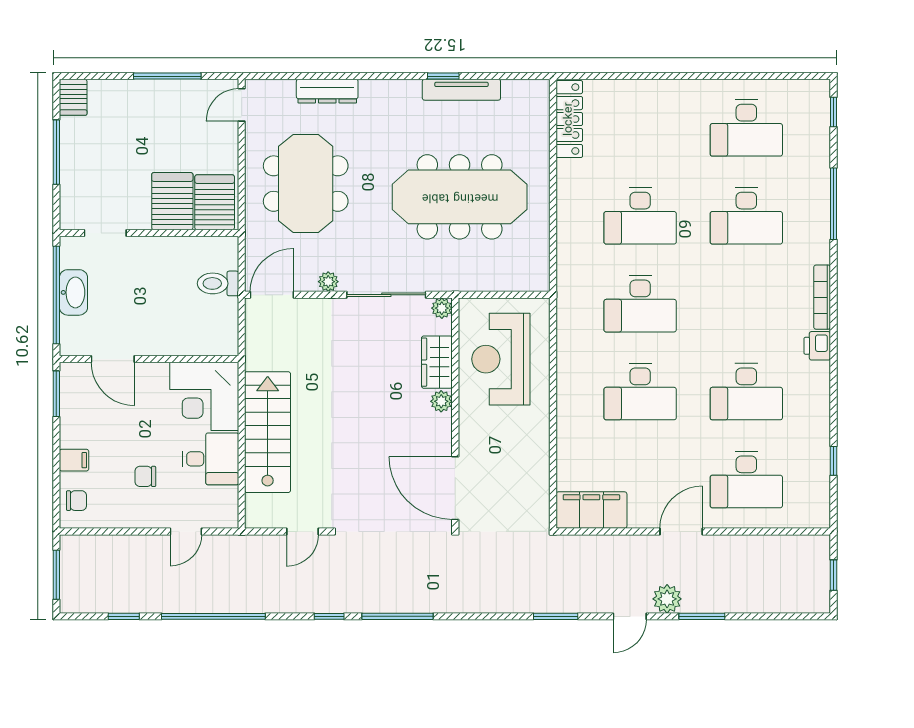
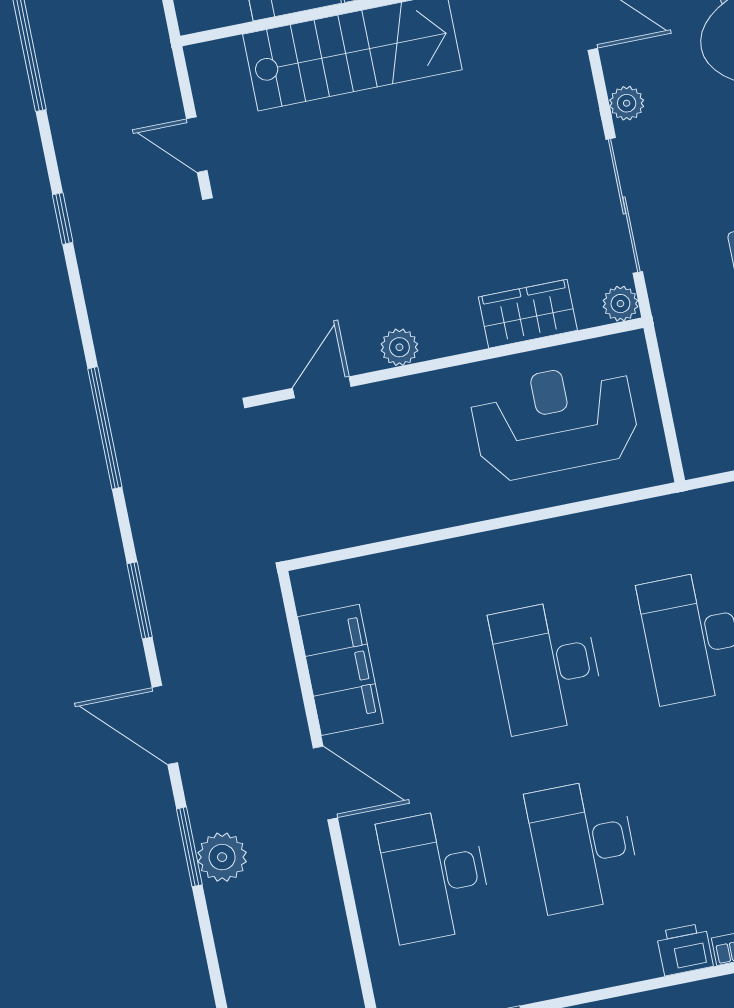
plant: (441, 401) -> (399, 347), moved
door: (455, 488) -> (322, 387), width x0.53
filing cabinet: (591, 510) -> (340, 670), moved
plant: (667, 599) -> (222, 857), moved
window: (398, 616) -> (105, 428), moved
door: (630, 616) -> (165, 725), width x1.38

